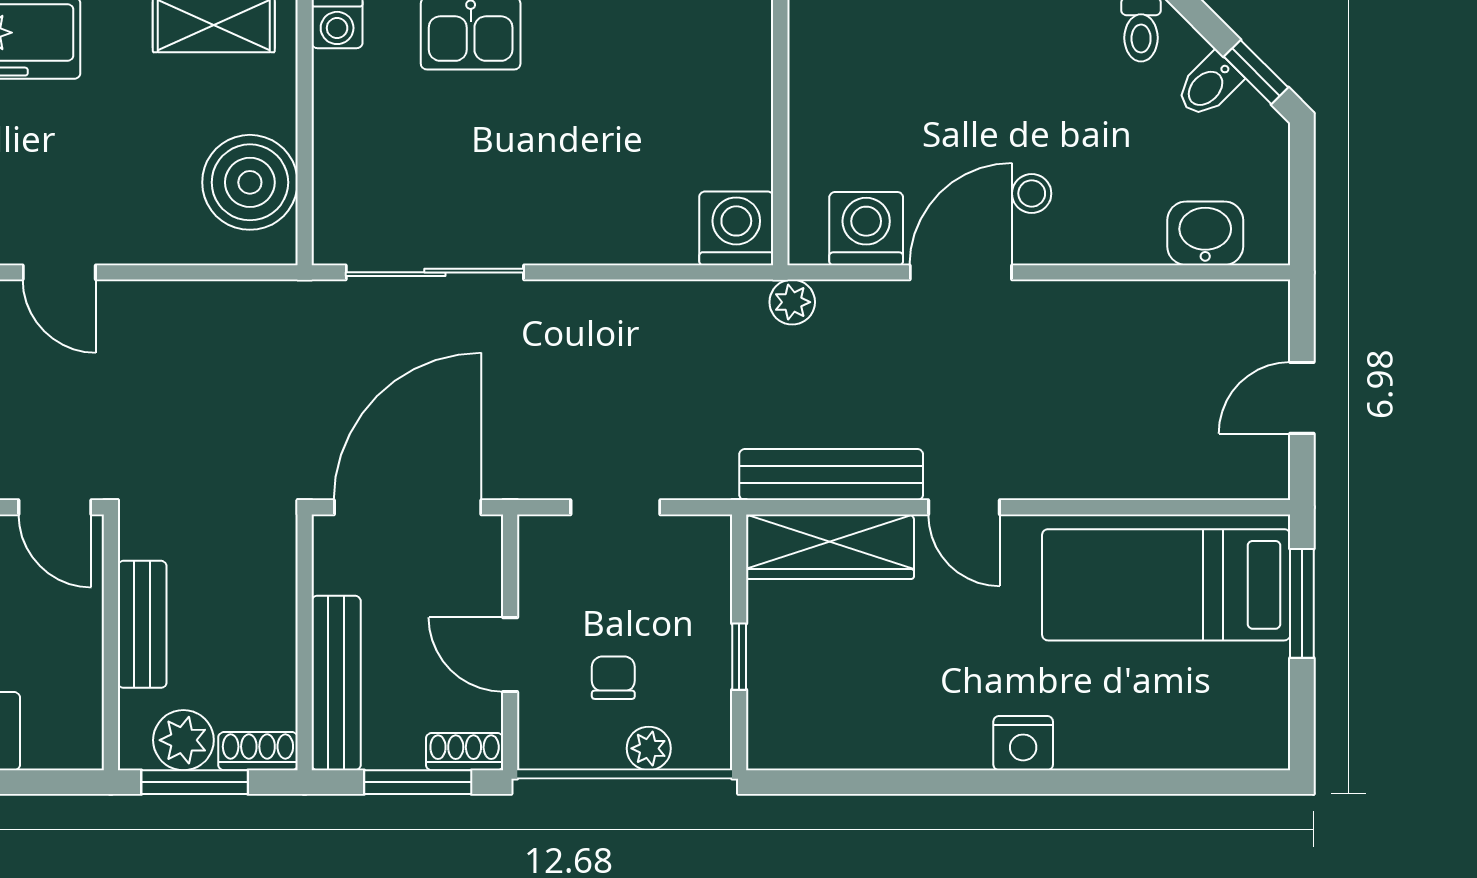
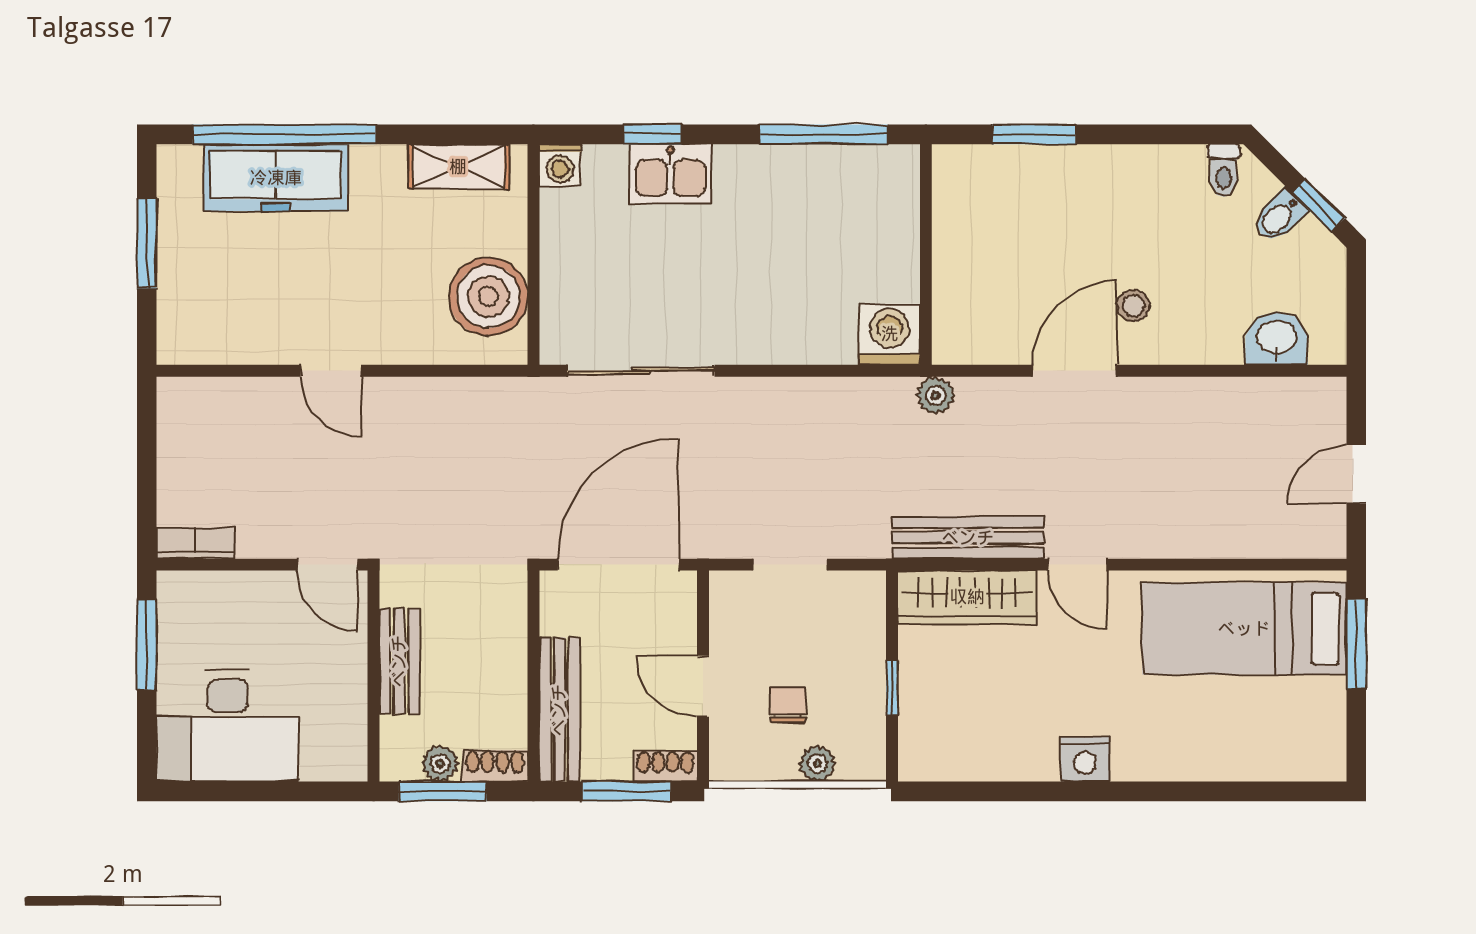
washing machine: (866, 229) -> (997, 335), removed
plant: (183, 740) -> (440, 764), width x0.73, depth x0.73
nightstand: (1023, 743) -> (1085, 759), moved

